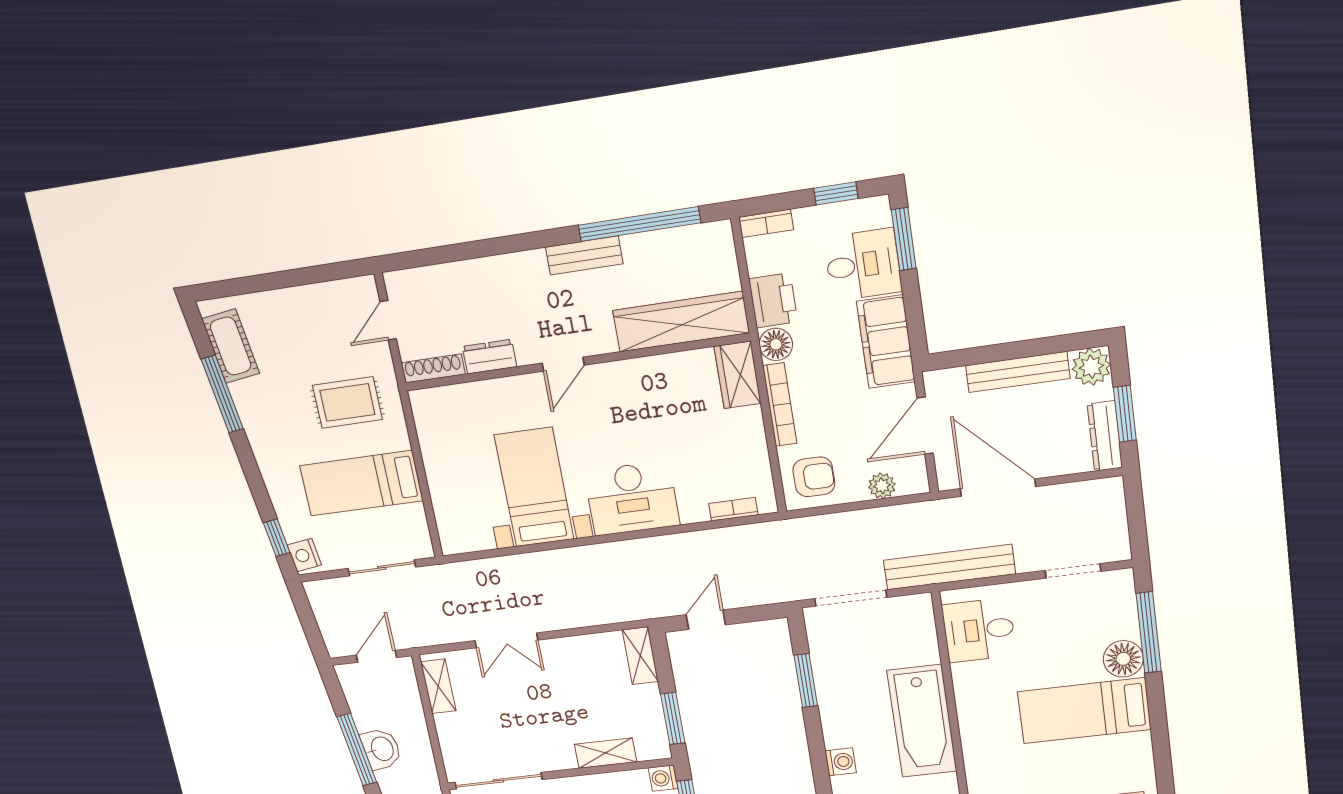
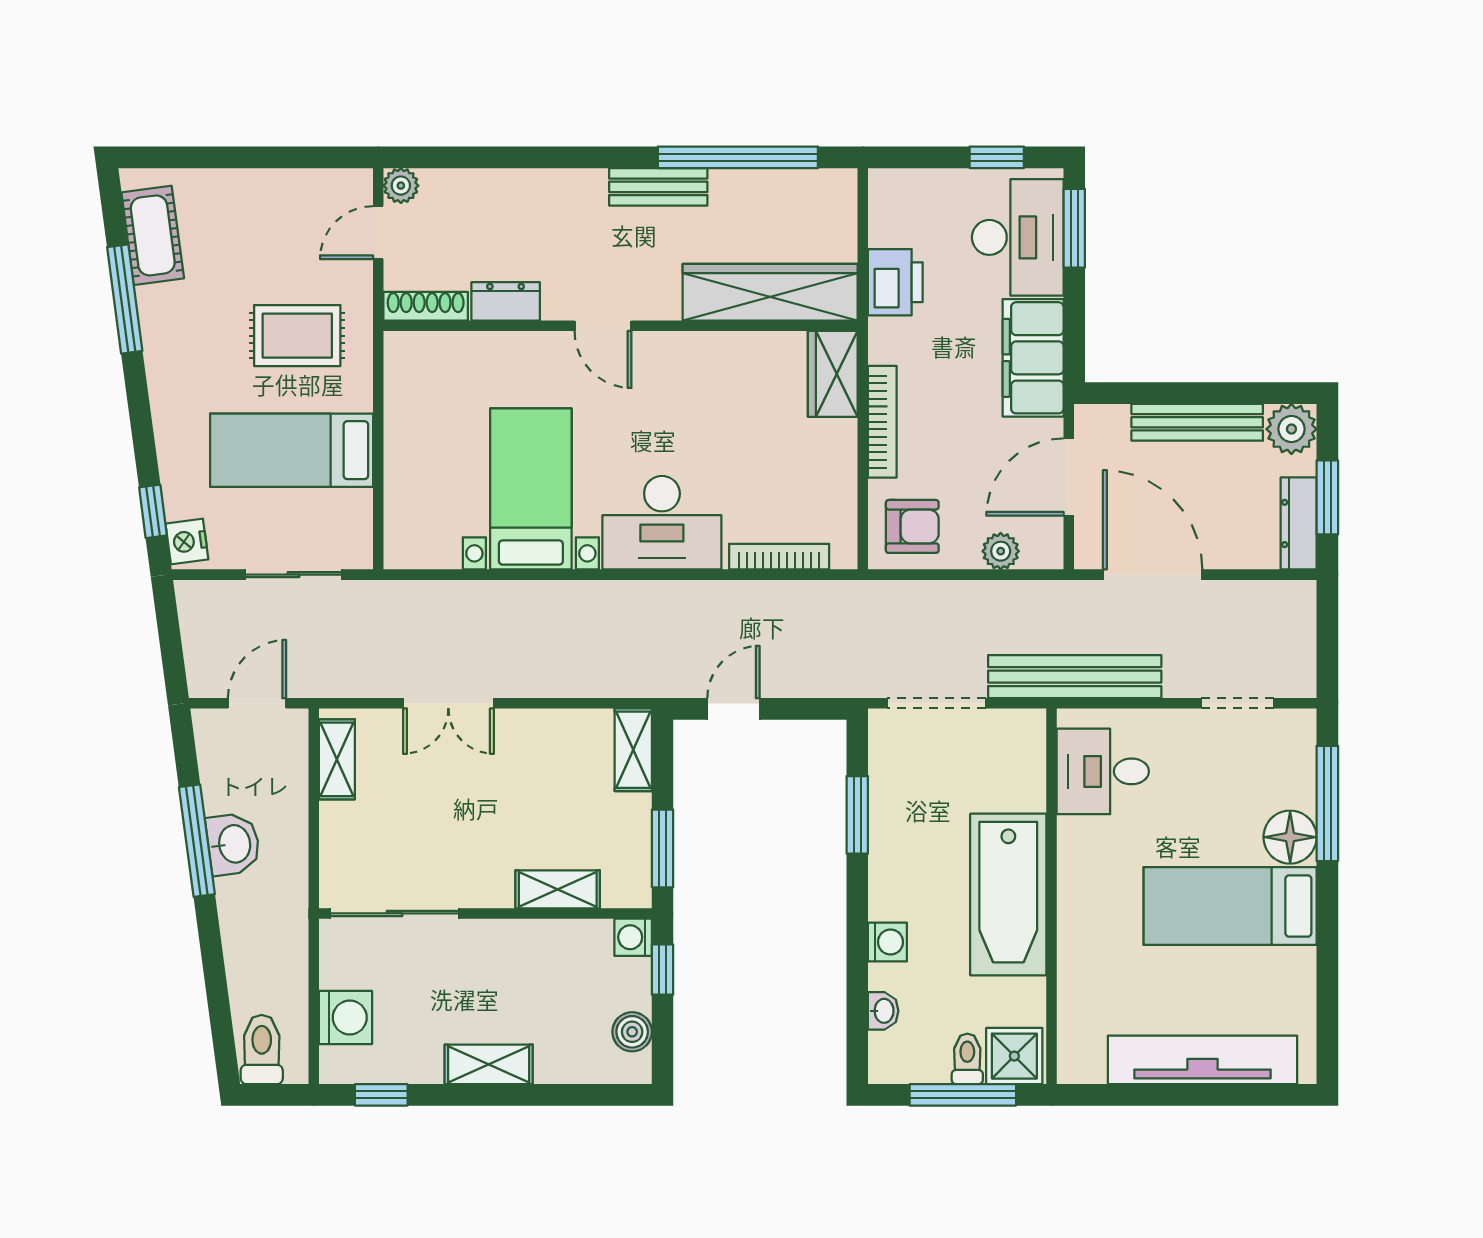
bookcase: (766, 223) -> (902, 182), removed
desk: (863, 265) -> (1018, 237), width x1.37
plant: (397, 283) -> (401, 186), added
floor lamp: (776, 344) -> (890, 341), removed
door: (563, 364) -> (603, 326), hinge flipped
bookcase: (733, 509) -> (779, 557), width x1.56

